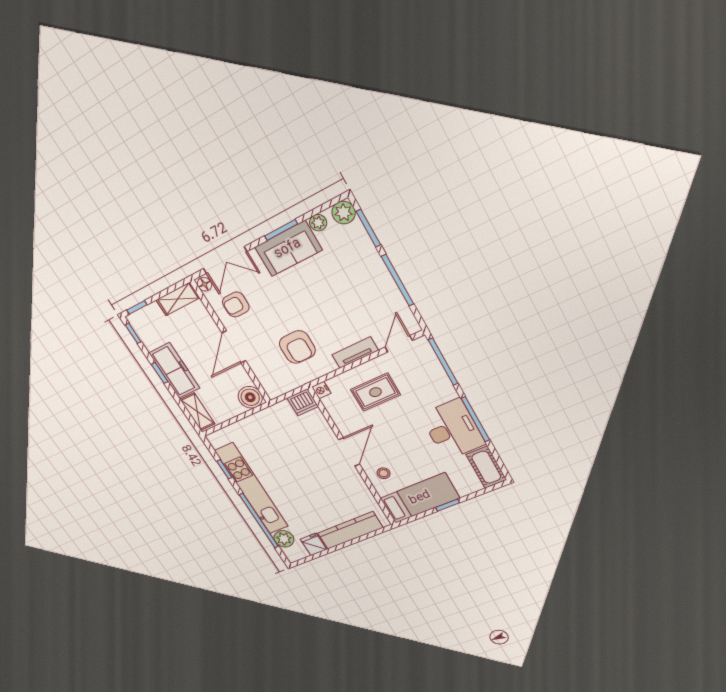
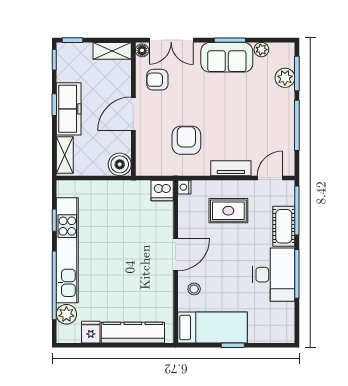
plant: (344, 213) -> (285, 78), moved
armchair: (297, 347) -> (186, 140), turned 180
cot: (486, 467) -> (284, 226), moved

